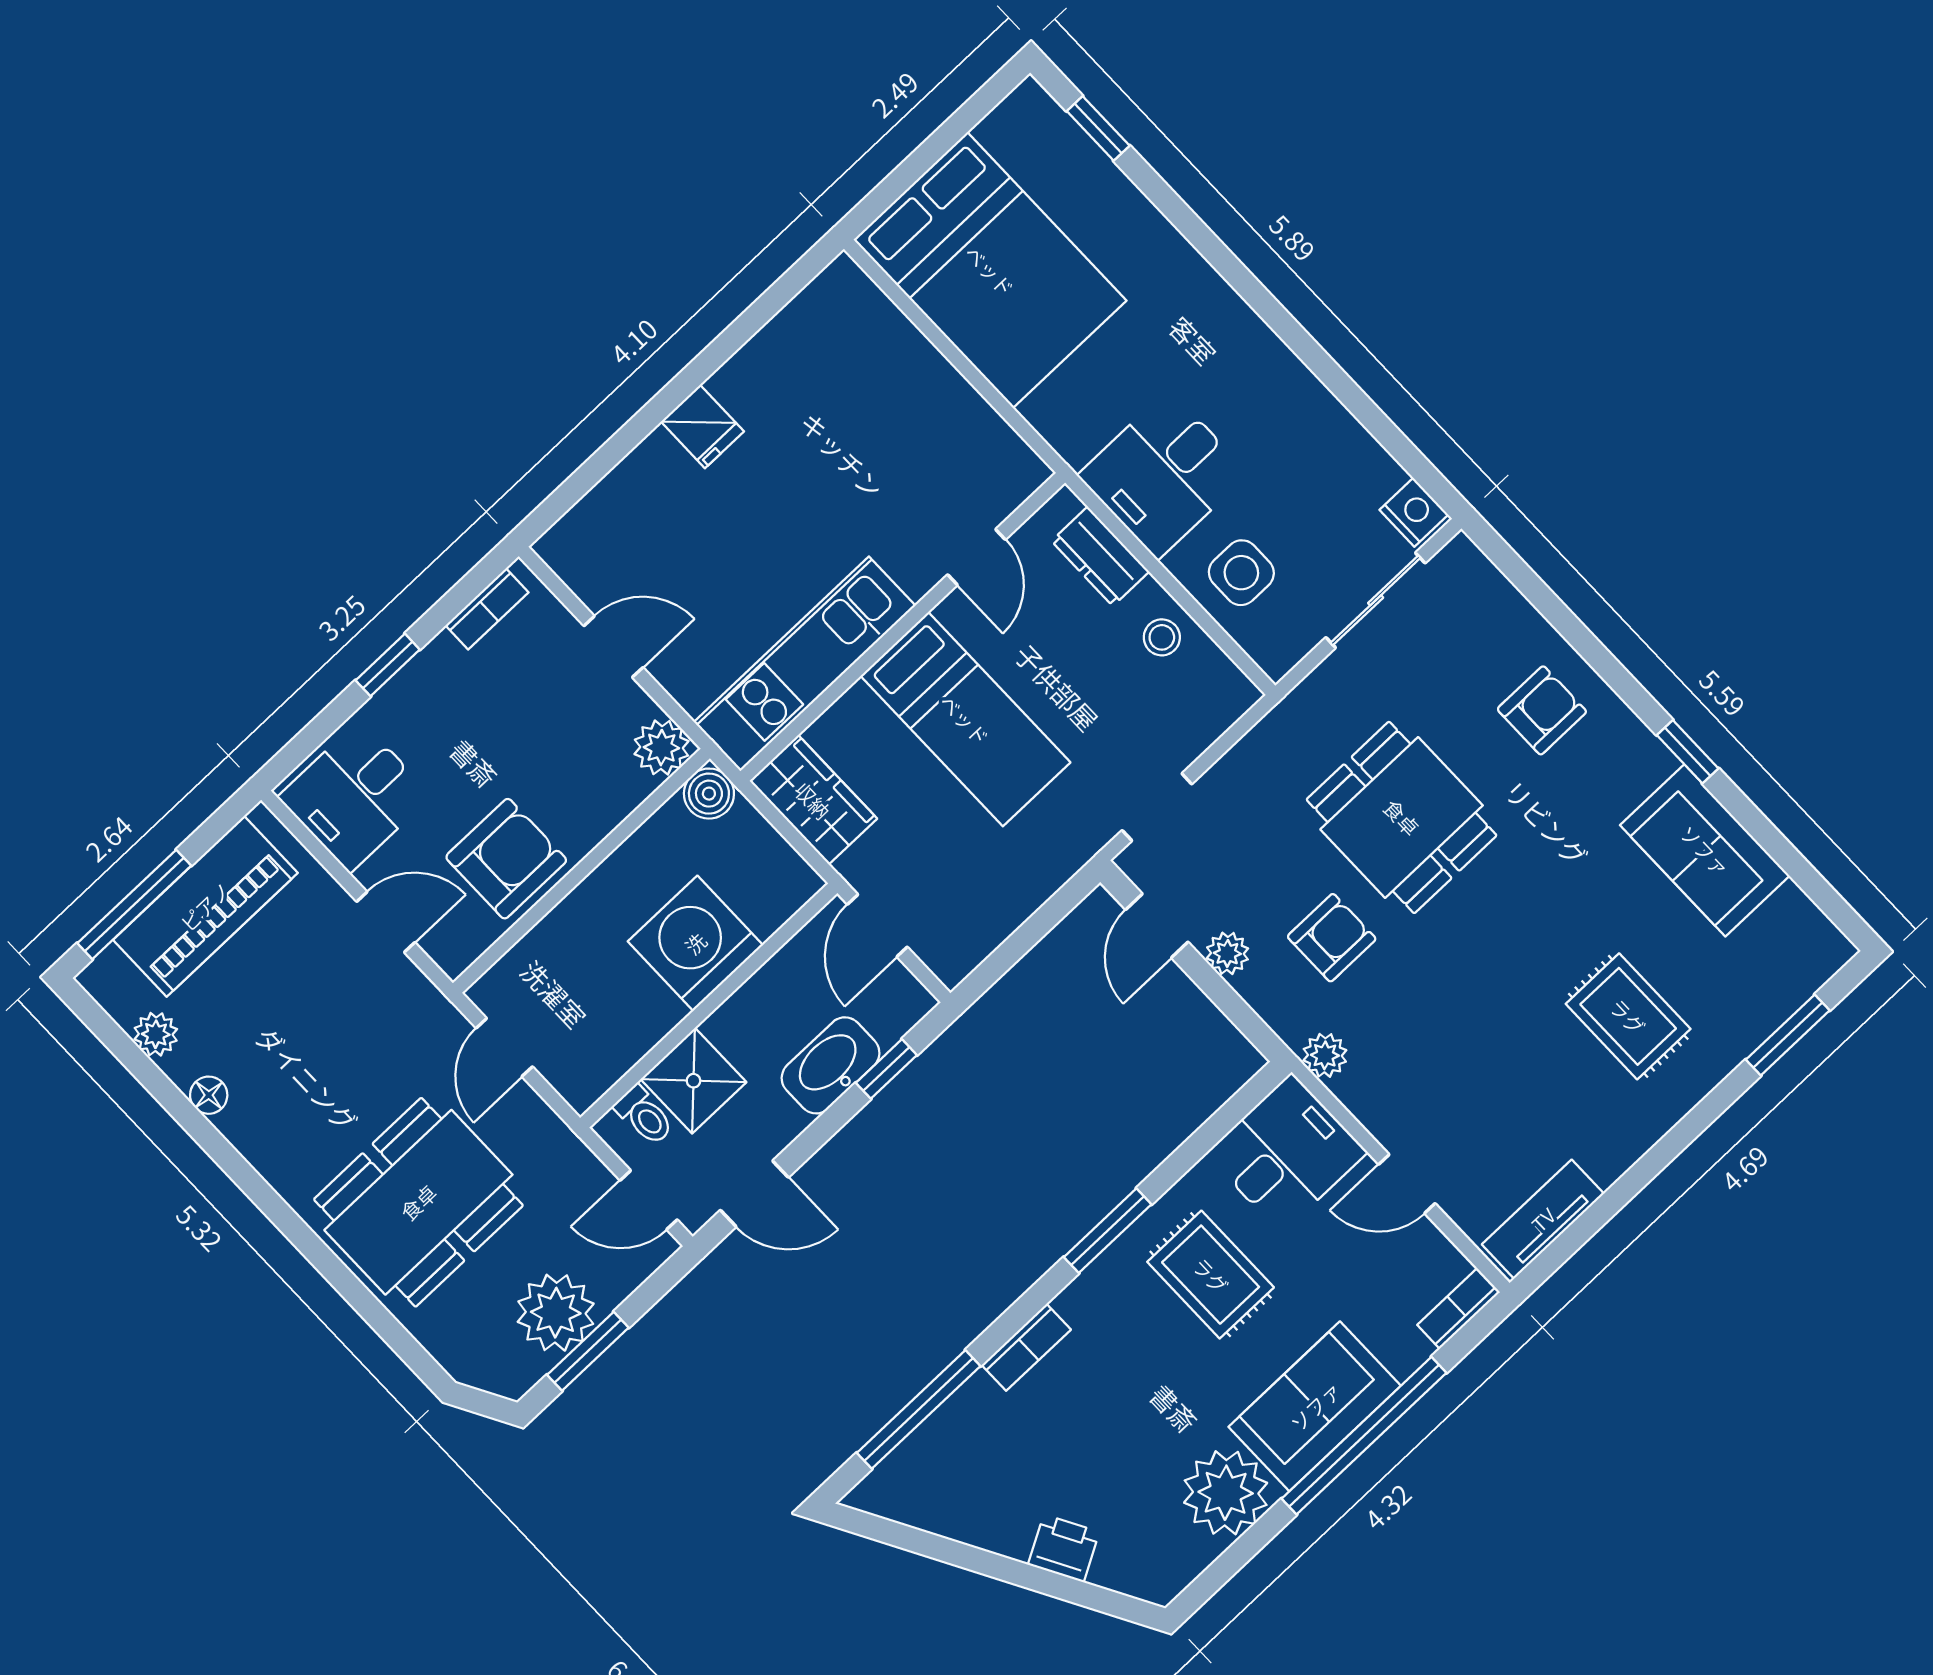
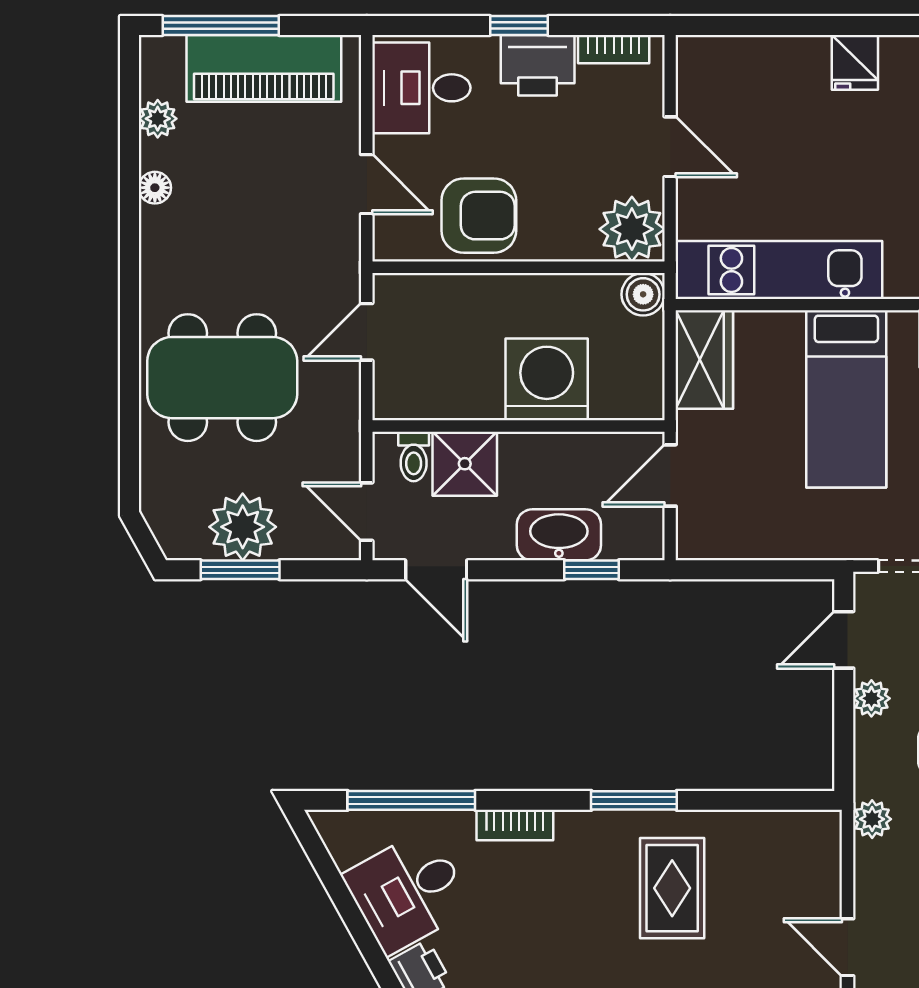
printer: (435, 684) -> (538, 65), added
plant: (661, 748) -> (632, 229), width x1.36, depth x1.36
desk: (1286, 1153) -> (408, 891), moved, turned 151

